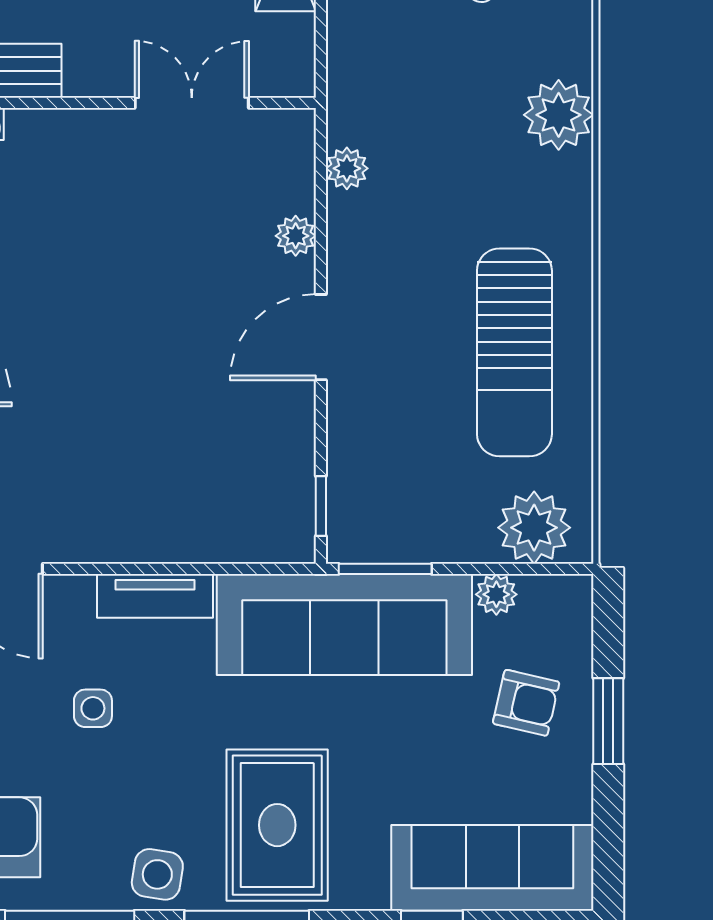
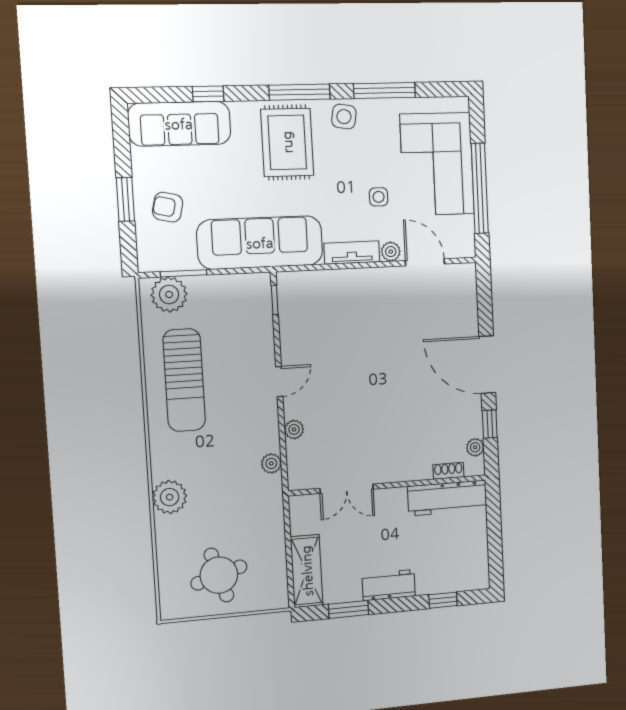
door: (321, 337) -> (279, 382), width x0.73
sun lounger: (514, 352) -> (184, 380), turned 180
window: (385, 569) -> (184, 273), moved
plant: (496, 594) -> (391, 252), moved

